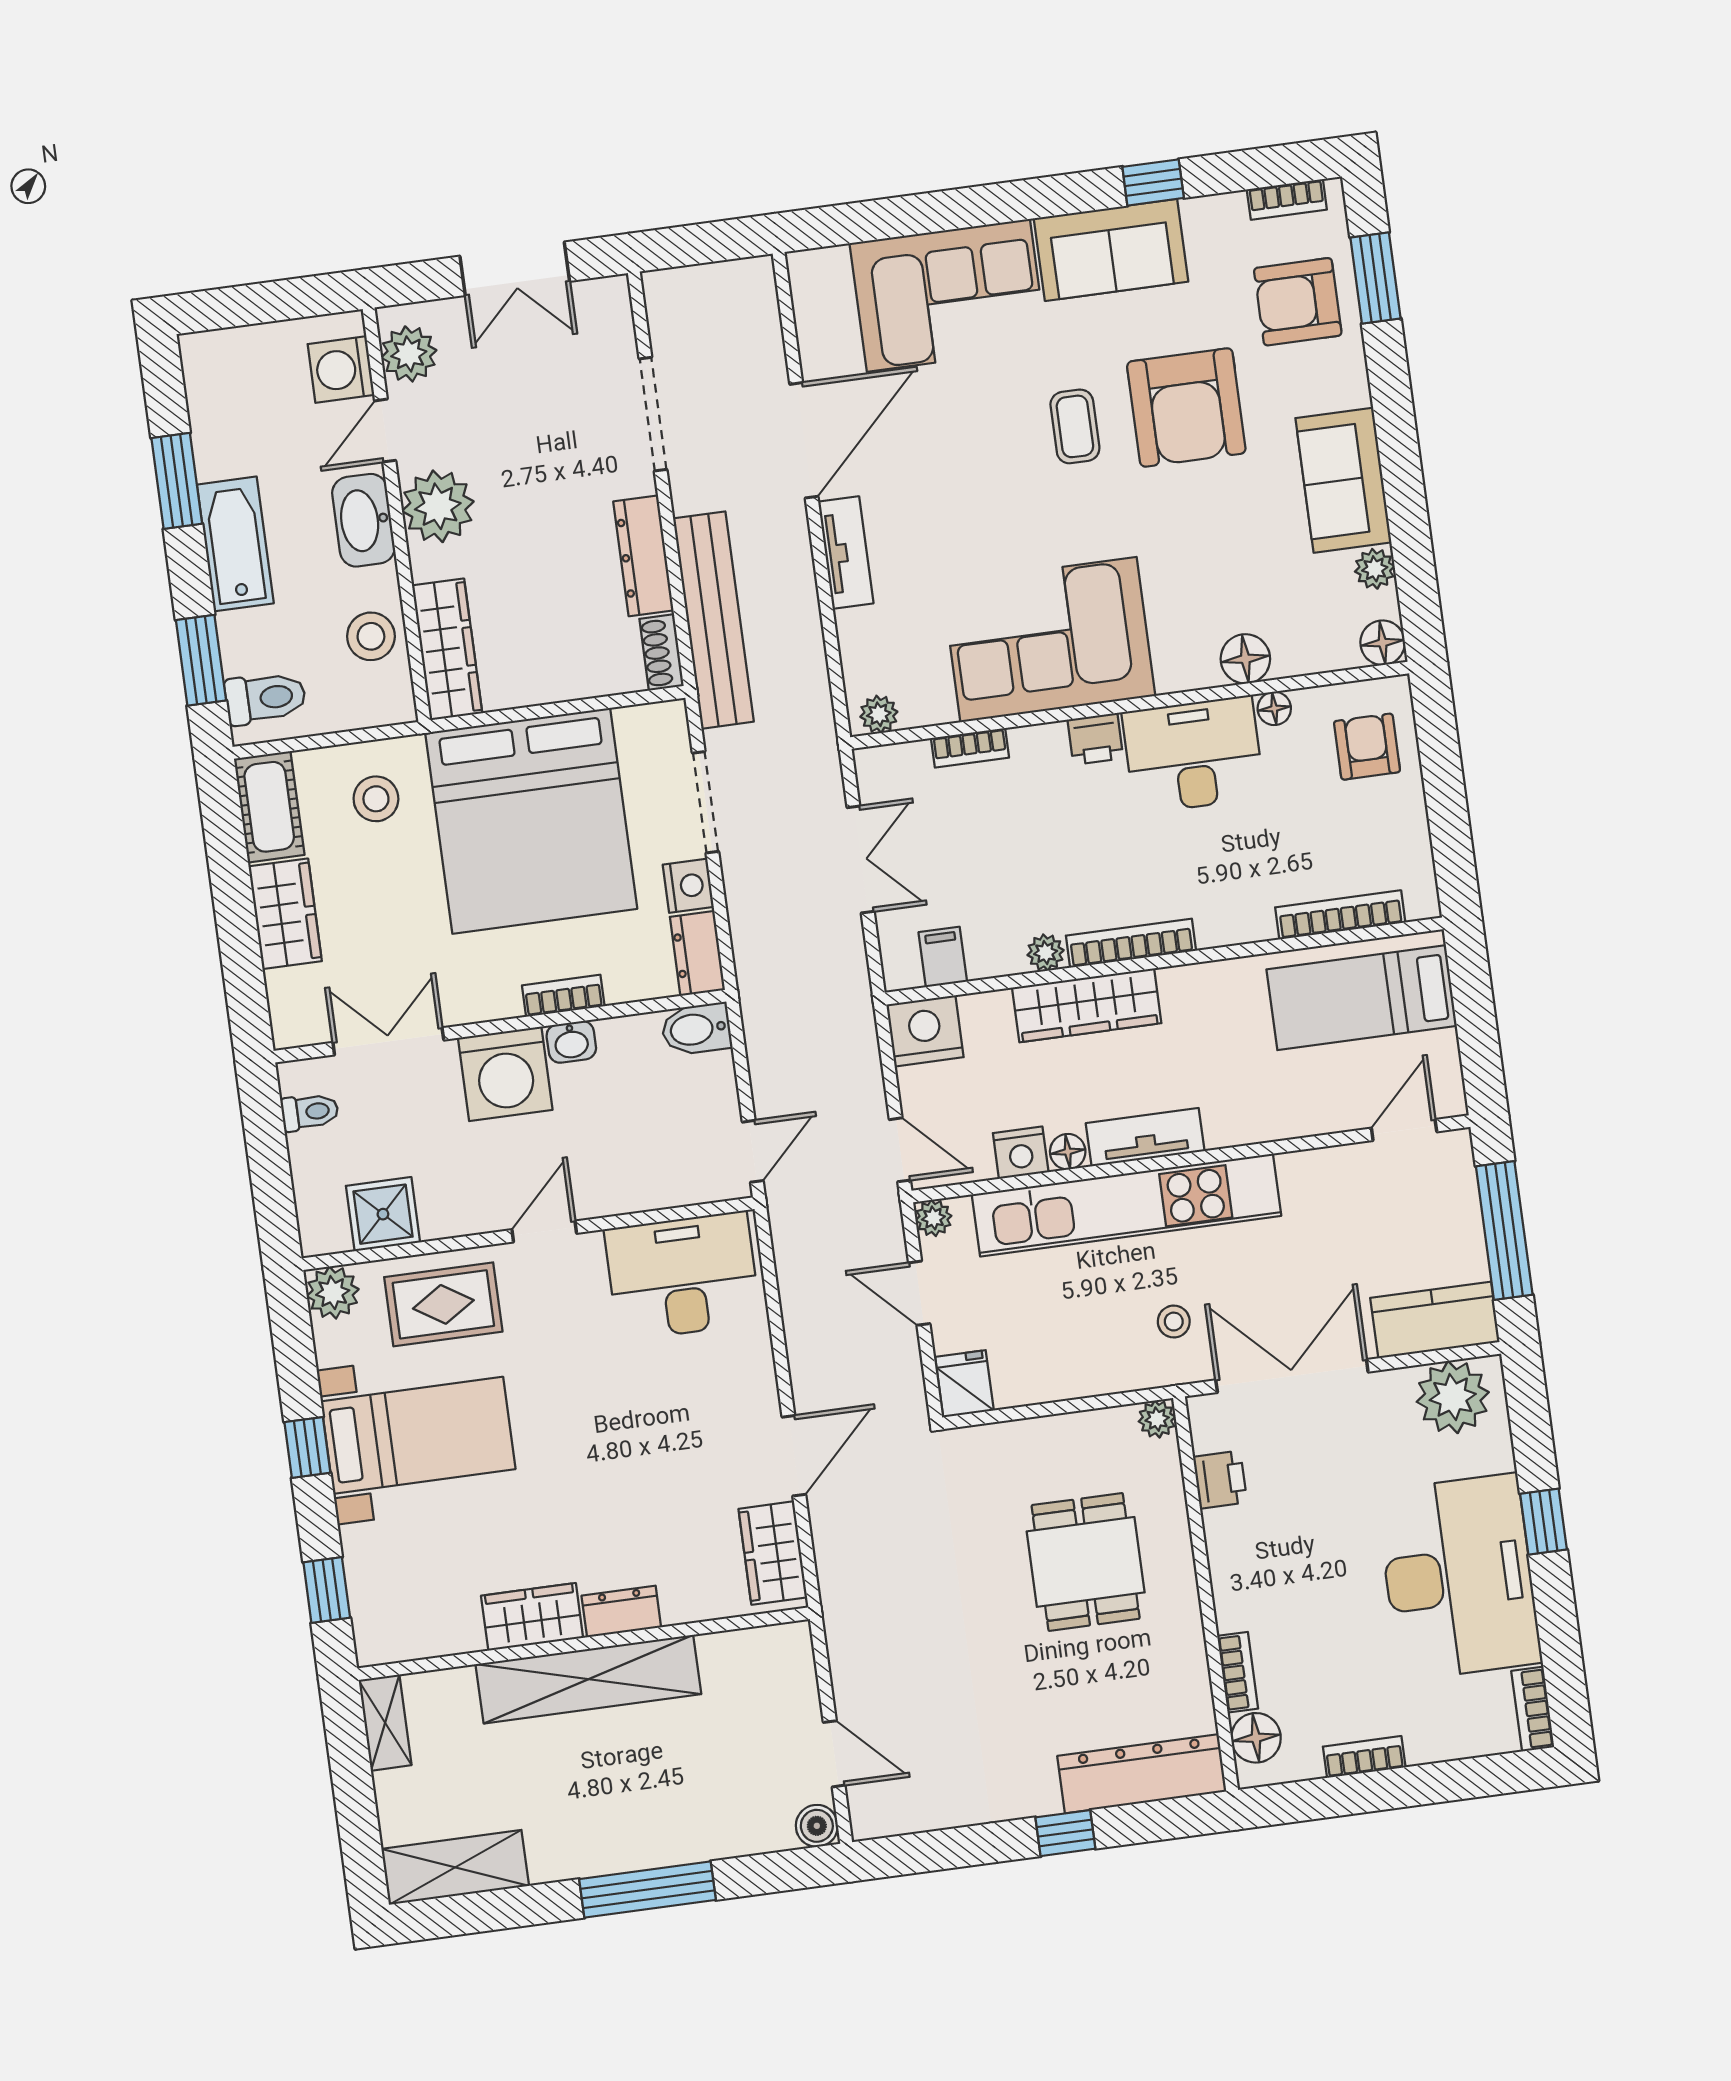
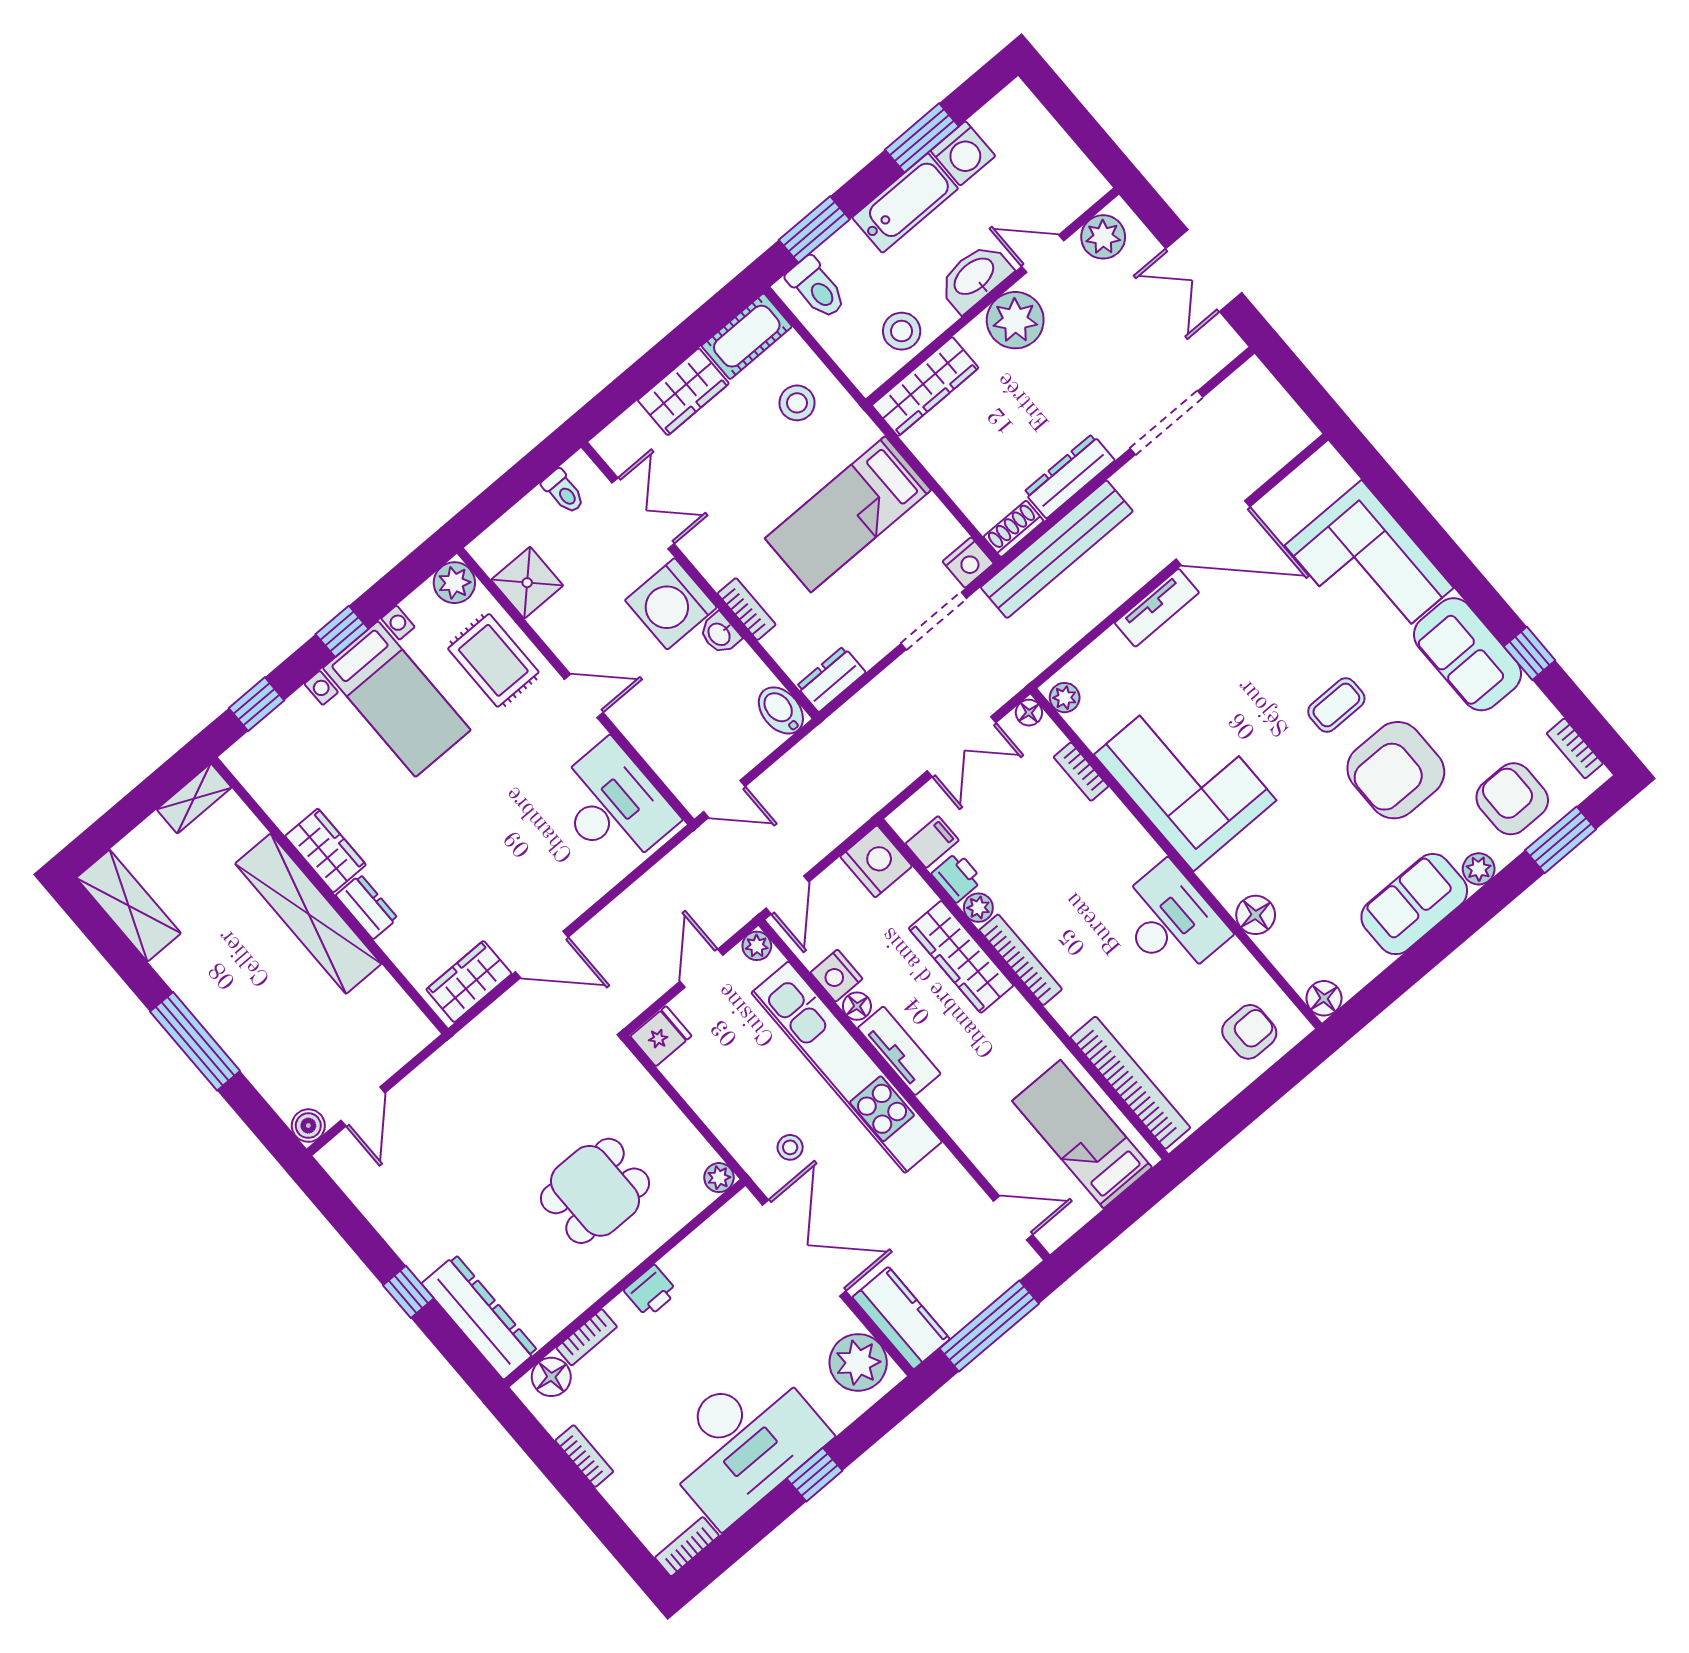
washing machine: (341, 370) -> (963, 153), moved, turned 180
plant: (1375, 569) -> (1479, 869), moved
floor lamp: (1274, 708) -> (1029, 713), moved
printer: (1095, 739) -> (957, 877), moved, turned 180
bed: (531, 821) -> (848, 514), width x0.49
nightstand: (688, 886) -> (968, 563), moved
bookcase: (1340, 915) -> (1130, 1083), width x1.48, depth x1.31
printer: (1220, 1480) -> (651, 1291), moved

